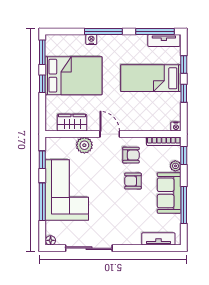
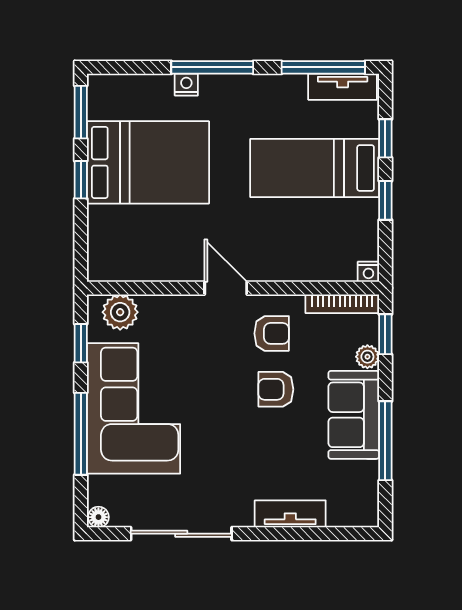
wardrobe: (72, 123) -> (145, 264), removed
plant: (84, 145) -> (120, 312), moved
tv unit: (158, 239) -> (290, 514), moved

